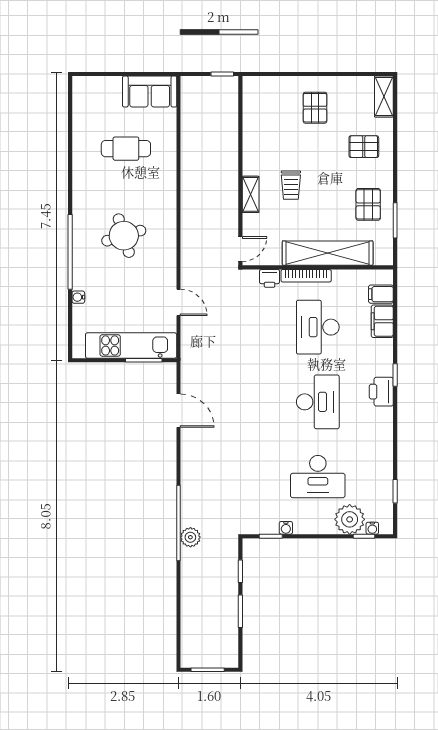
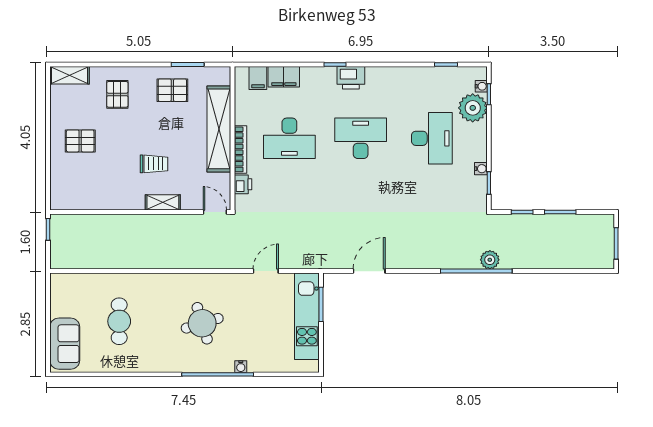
sofa: (150, 91) -> (65, 344), moved
water cooler: (78, 297) -> (241, 367), moved

